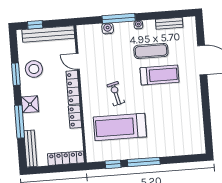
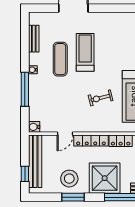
water cooler: (108, 28) -> (34, 127), moved
shower: (30, 104) -> (105, 178), width x1.86, depth x1.86

